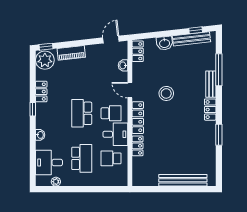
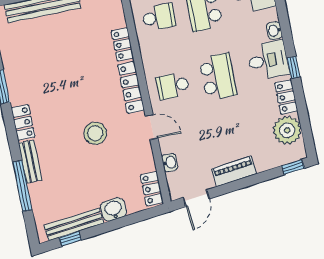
piano: (71, 53) -> (234, 171), moved
plant: (45, 60) -> (287, 130), moved
desk: (115, 134) -> (268, 60), moved, turned 180

